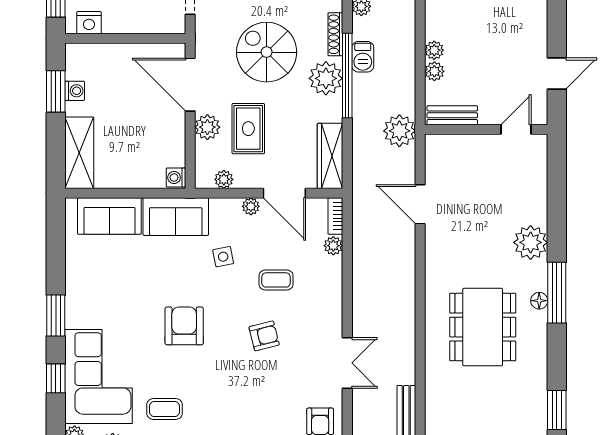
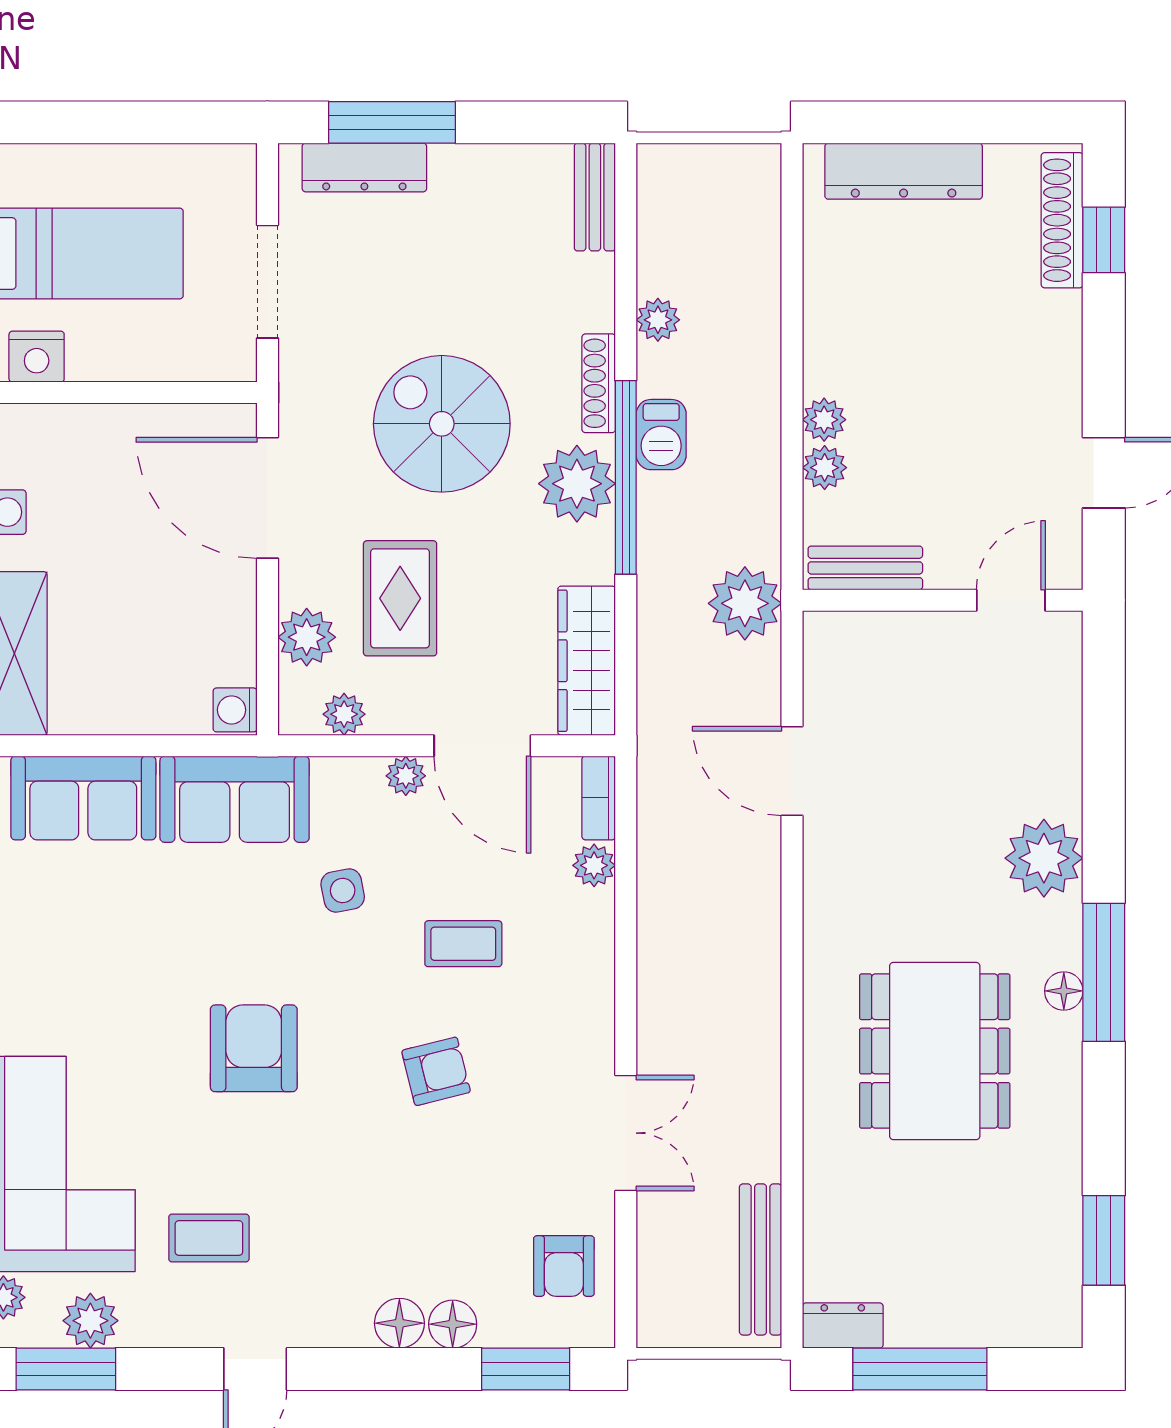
plant: (207, 127) -> (307, 637), moved

